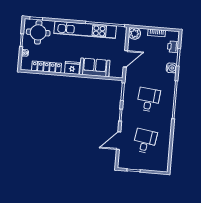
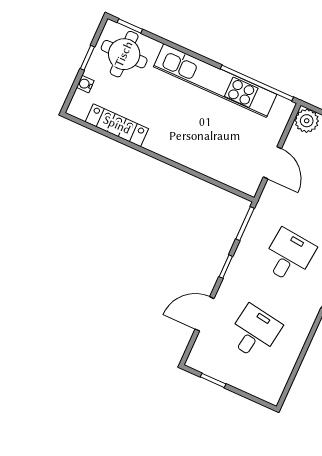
door: (125, 59) -> (272, 163), hinge flipped
sofa: (95, 67) -> (208, 159), removed
fridge: (72, 68) -> (165, 144), removed

